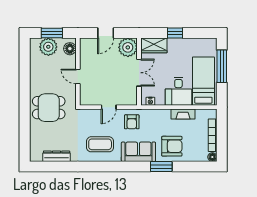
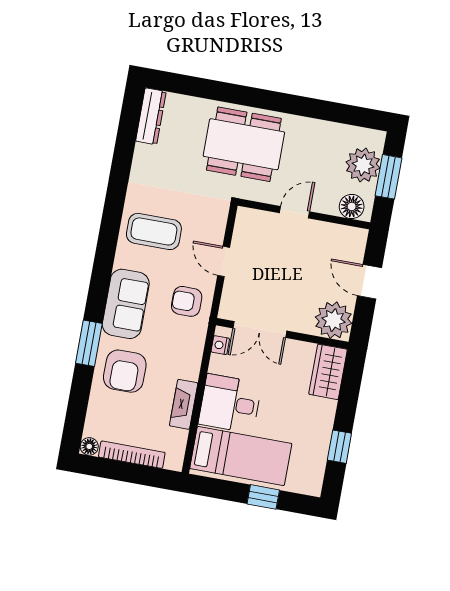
window: (175, 33) -> (339, 447), moved
window: (222, 66) -> (263, 497), width x0.46
double door: (139, 73) -> (260, 330), moved
dining table: (49, 108) -> (244, 144), width x1.38
coffee table: (100, 144) -> (154, 231), turned 90
dresser: (57, 156) -> (151, 116), moved

